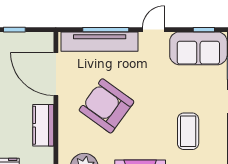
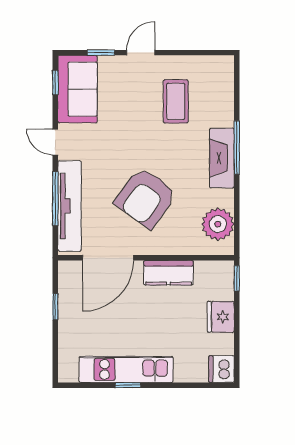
coffee table: (188, 131) -> (176, 101), turned 90

